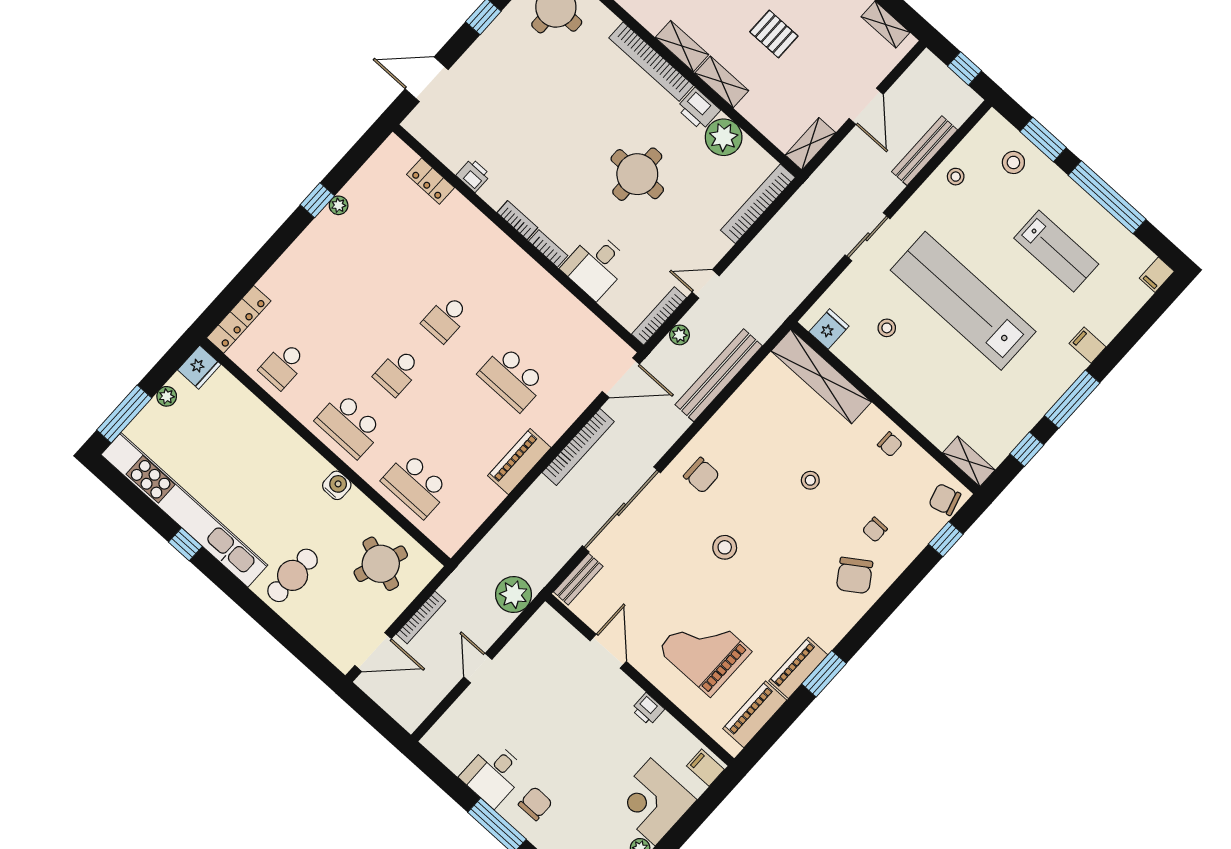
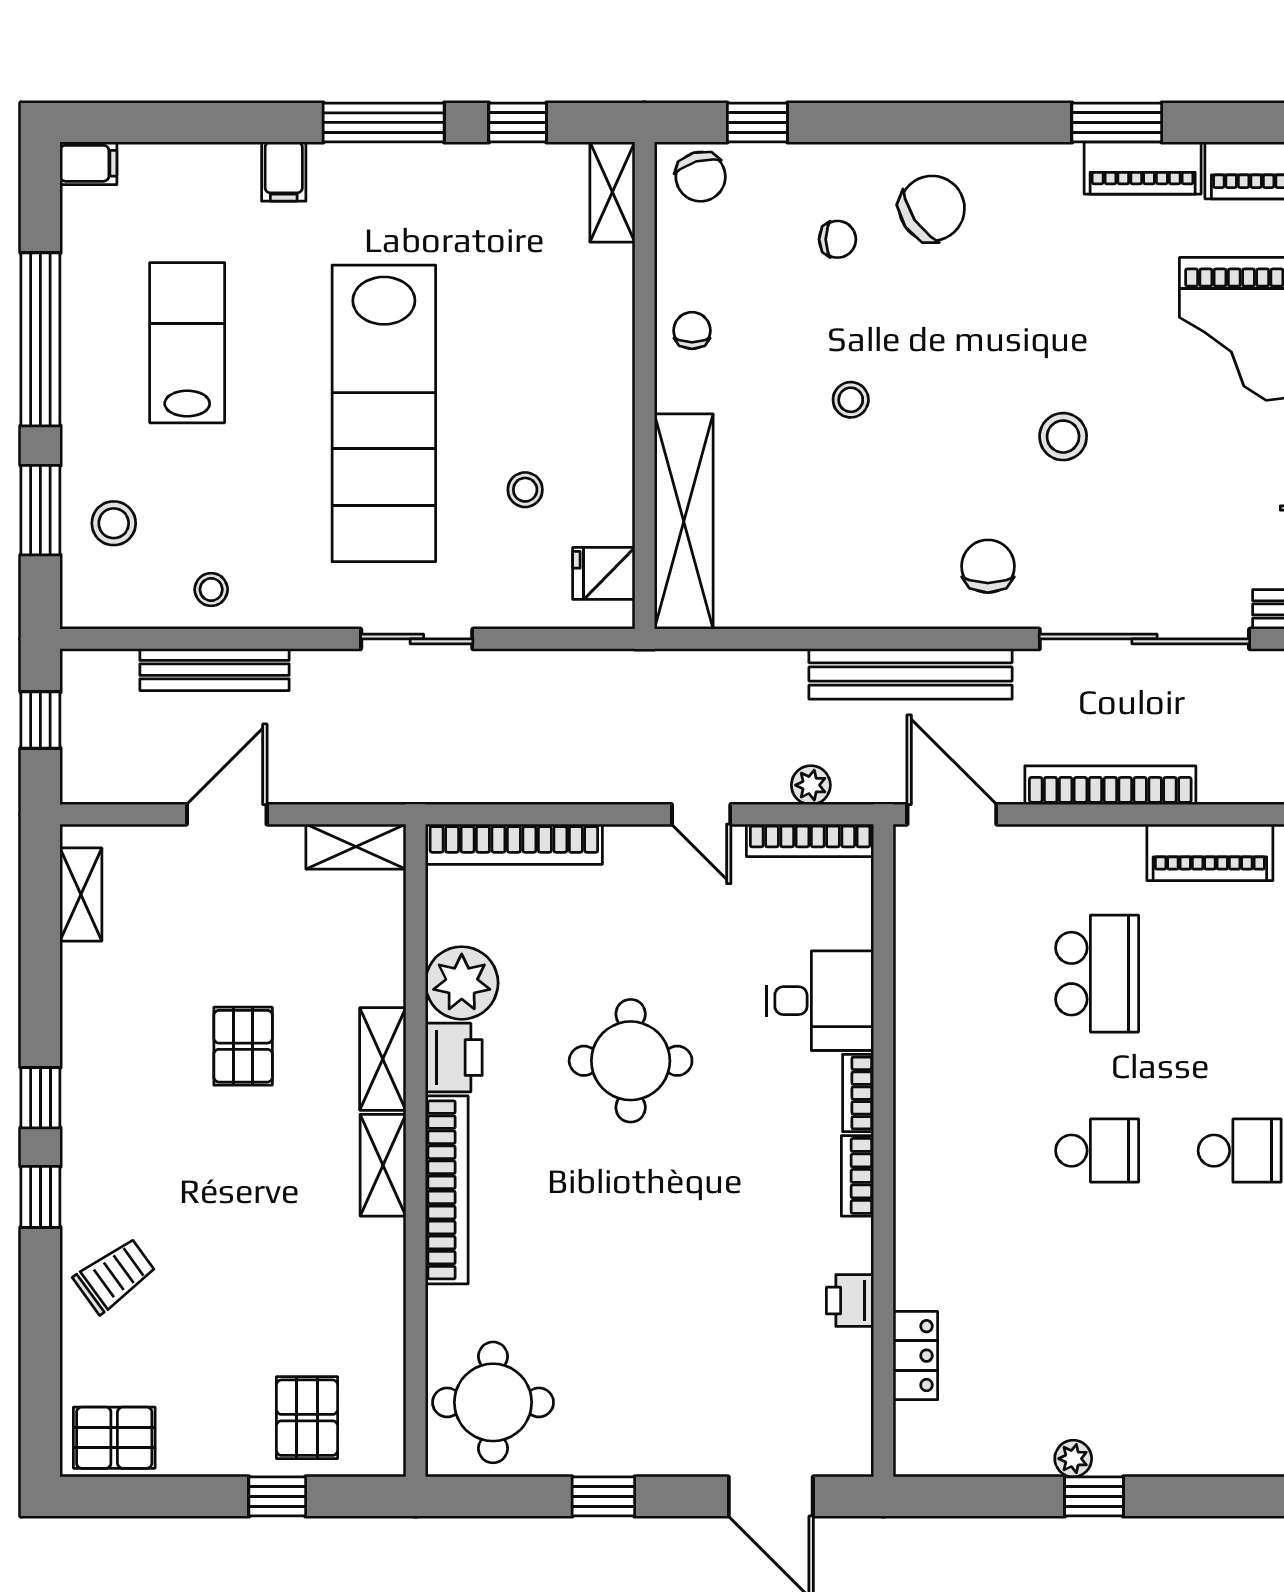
bench: (719, 375) -> (910, 674), moved

